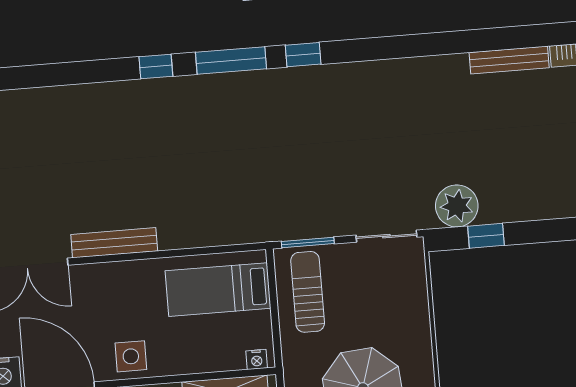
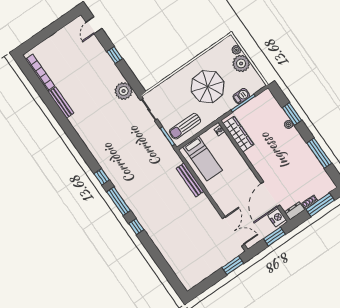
window: (486, 236) -> (115, 55), moved
bench: (114, 243) -> (190, 180), moved
side table: (131, 356) -> (244, 176), removed

